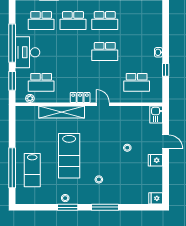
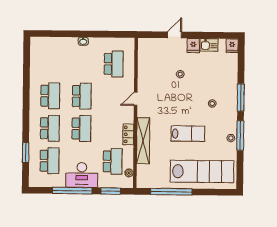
school desk: (73, 51) -> (81, 129), added
window: (166, 70) -> (101, 34), removed
locker: (80, 97) -> (128, 134), moved
kitchen sink: (156, 114) -> (209, 45), moved
lab bench: (69, 156) -> (188, 134), width x0.73, depth x0.72
window: (12, 168) -> (171, 192), moved
lab bench: (32, 170) -> (202, 171), width x1.86, depth x1.39
window: (68, 207) -> (240, 136), width x1.44

